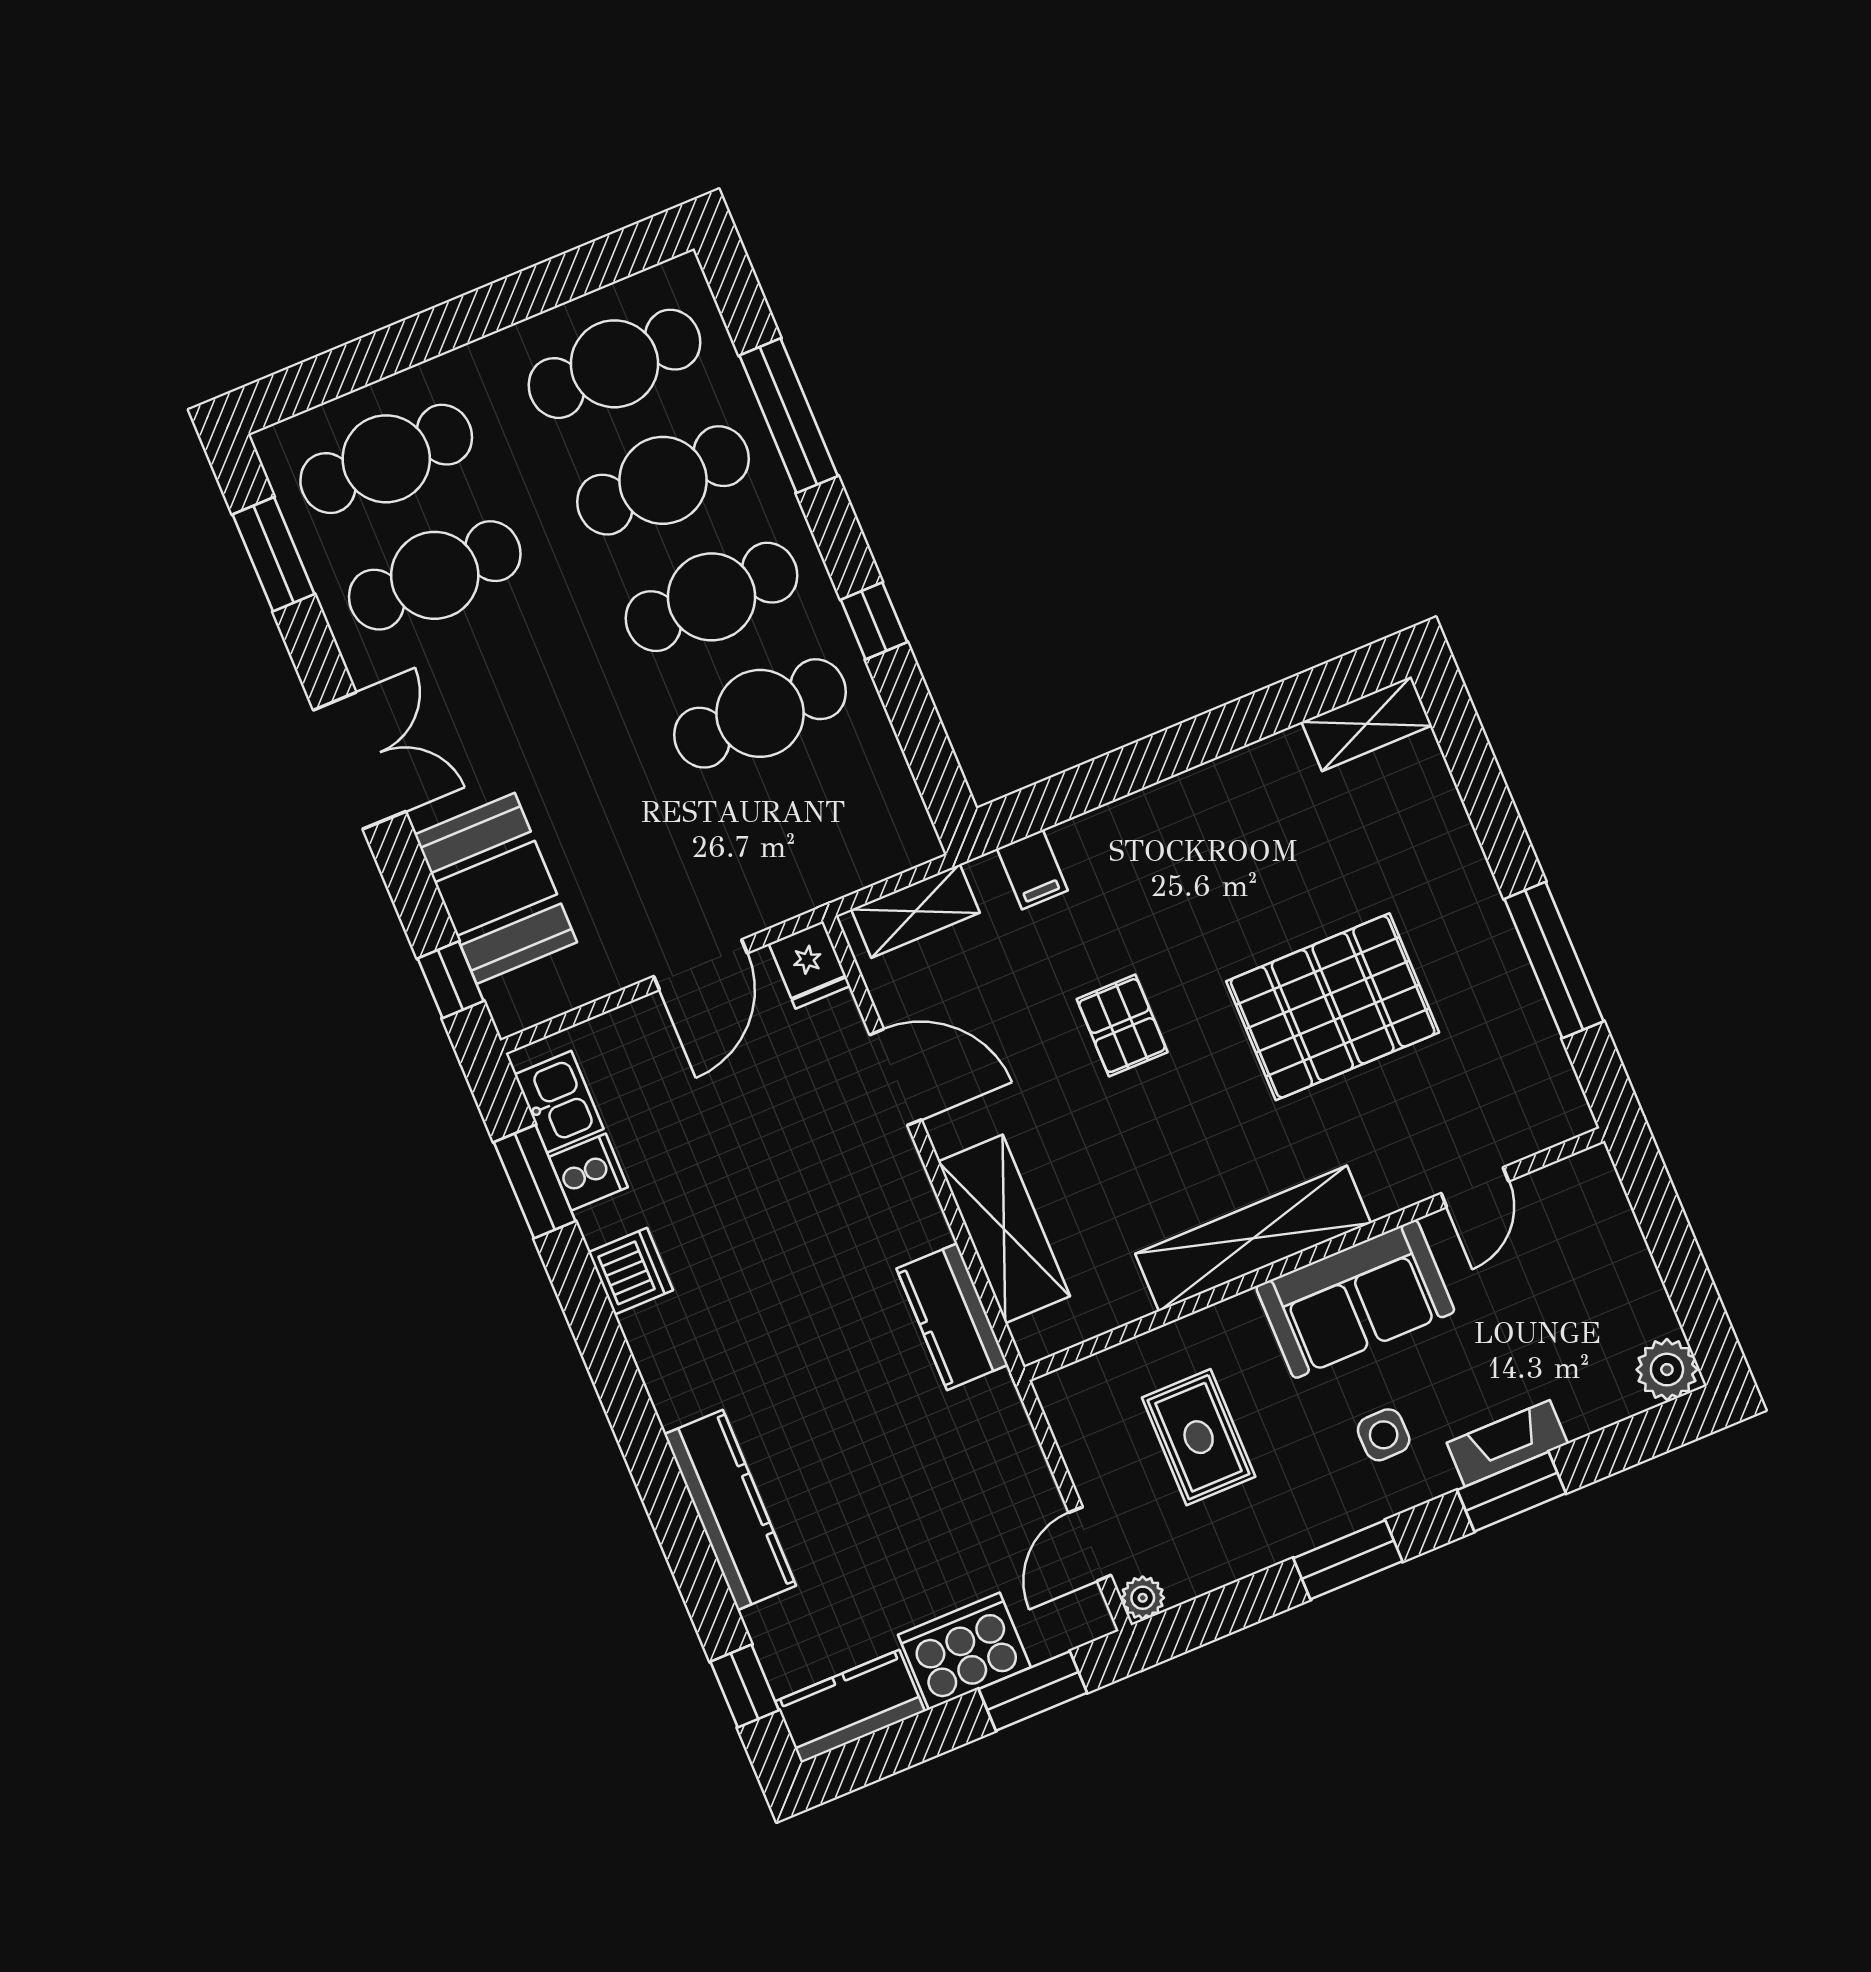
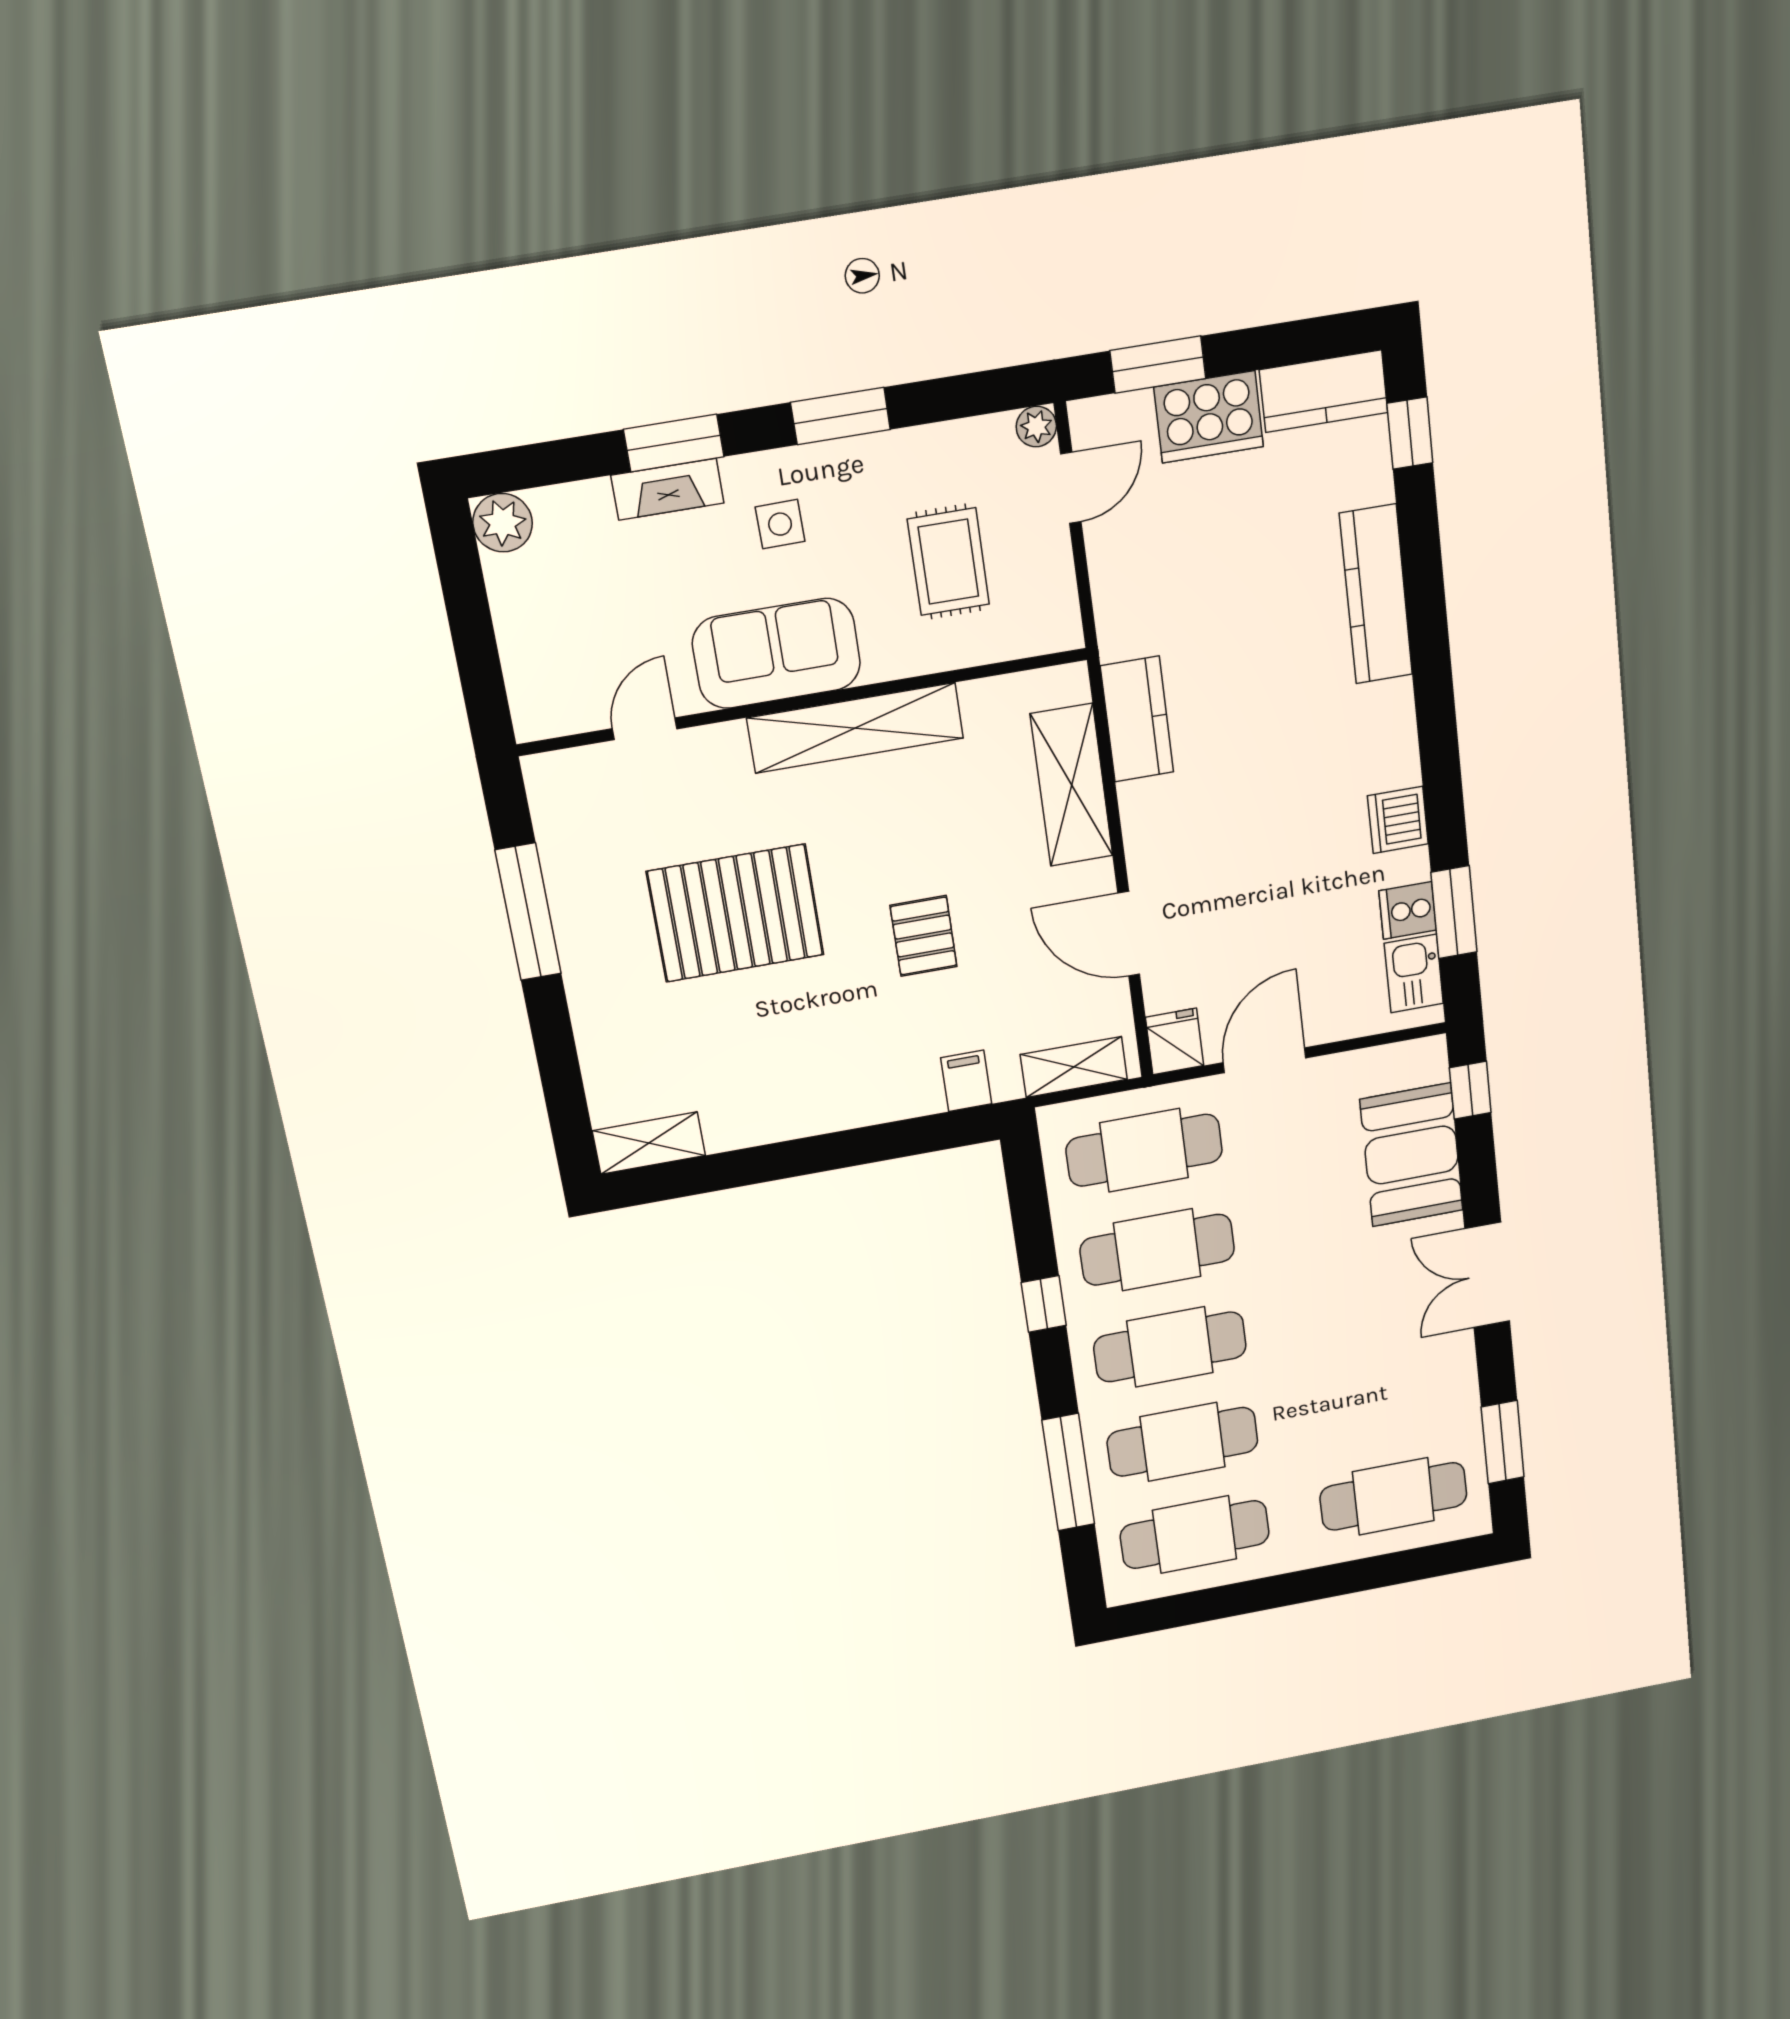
cafe table: (435, 575) -> (1144, 1150), moved

